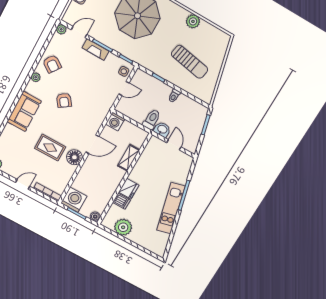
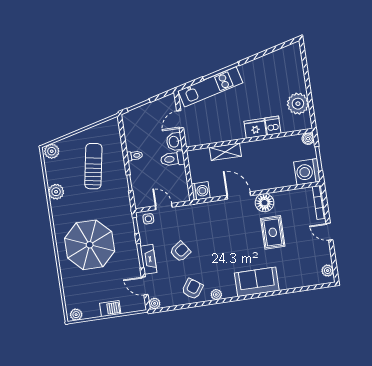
plant: (223, 41) -> (52, 151), added
armchair: (64, 100) -> (180, 251), moved
kitchen unit: (171, 208) -> (210, 87), moved

